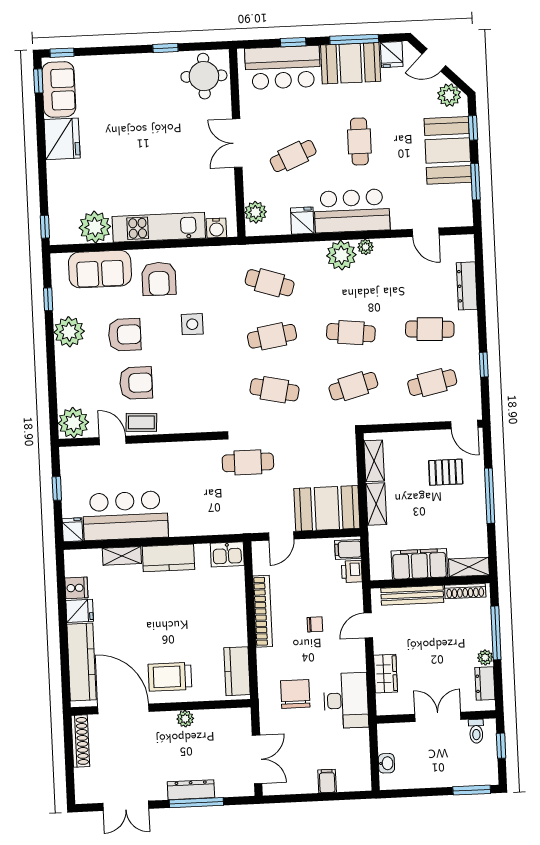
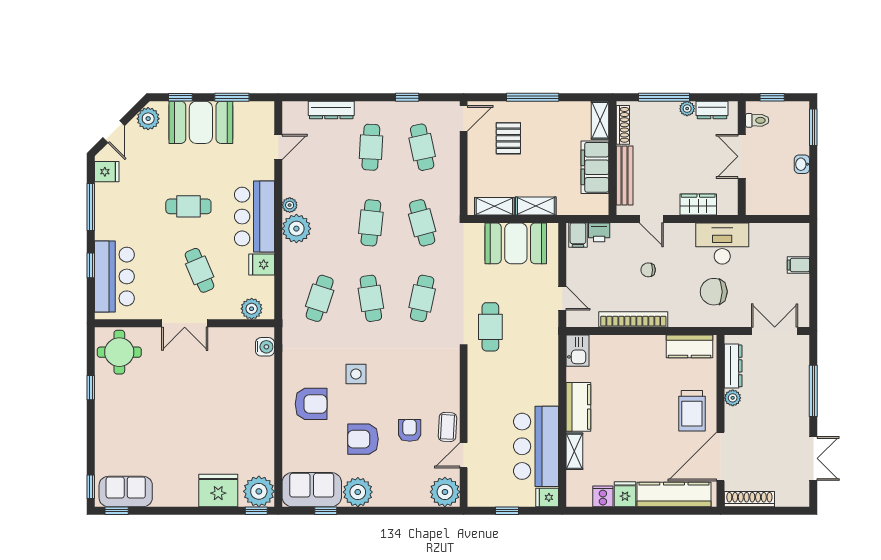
booth: (351, 63) -> (113, 211), removed
fridge: (62, 139) -> (218, 490), moved
plant: (95, 227) -> (259, 491), moved
kitchen unit: (159, 227) -> (262, 402), removed
sofa: (100, 269) -> (312, 490), moved, turned -90
armchair: (125, 335) -> (363, 439), turned -90
armchair: (136, 383) -> (410, 430), width x0.72, depth x0.72
booth: (327, 508) -> (516, 243), moved, turned 90
chair: (315, 624) -> (648, 270), turned -90
washbasin: (386, 763) -> (802, 164), moved, turned -90
dresser: (191, 790) -> (733, 366), moved, turned 180

